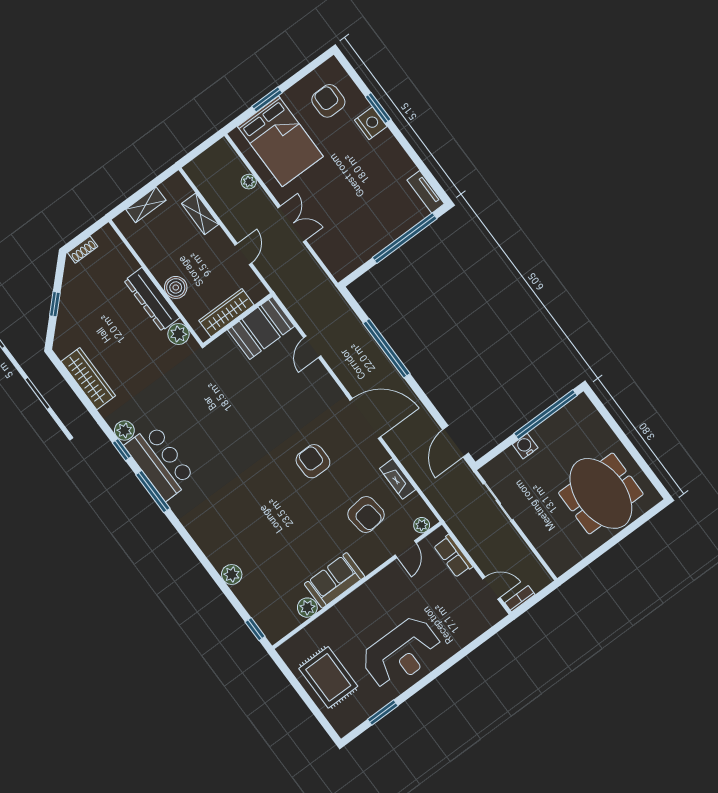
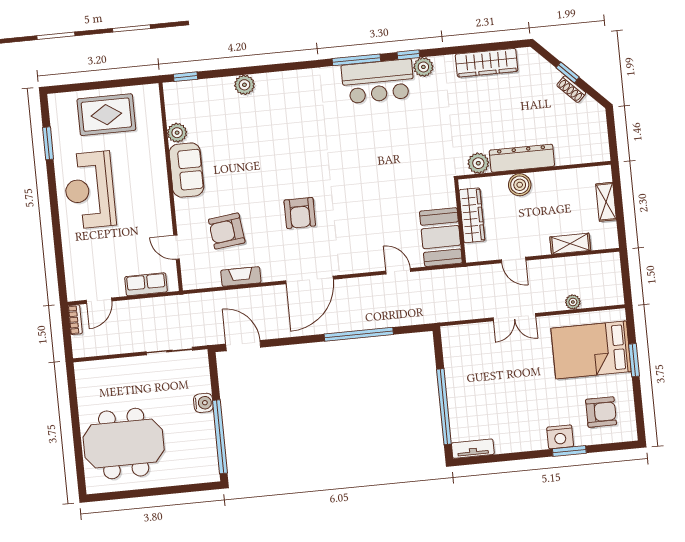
shoe rack: (83, 250) -> (571, 89), moved, turned -45
armchair: (313, 461) -> (300, 213), turned 90
plant: (422, 525) -> (189, 273), removed

